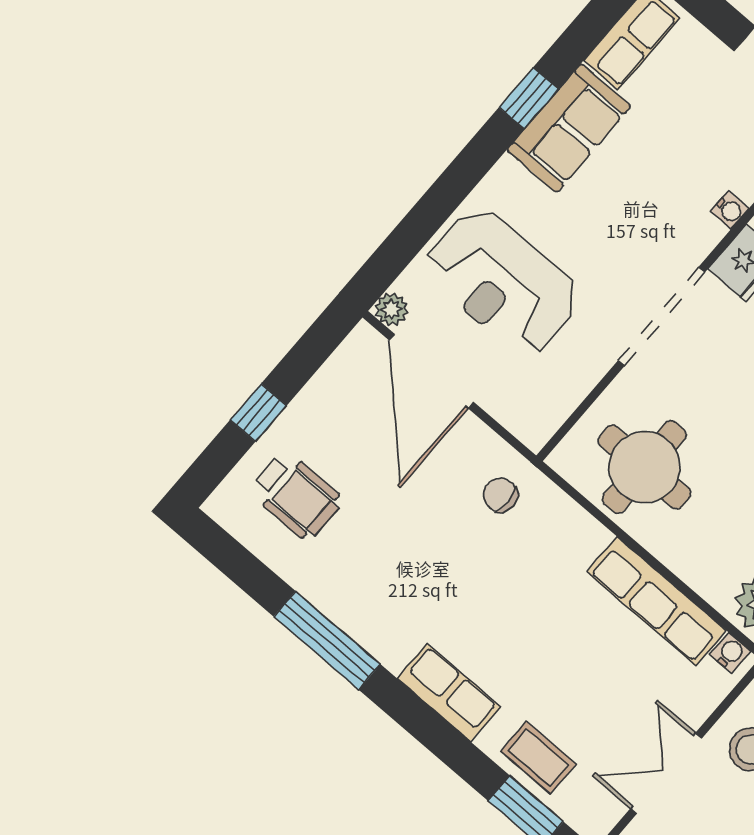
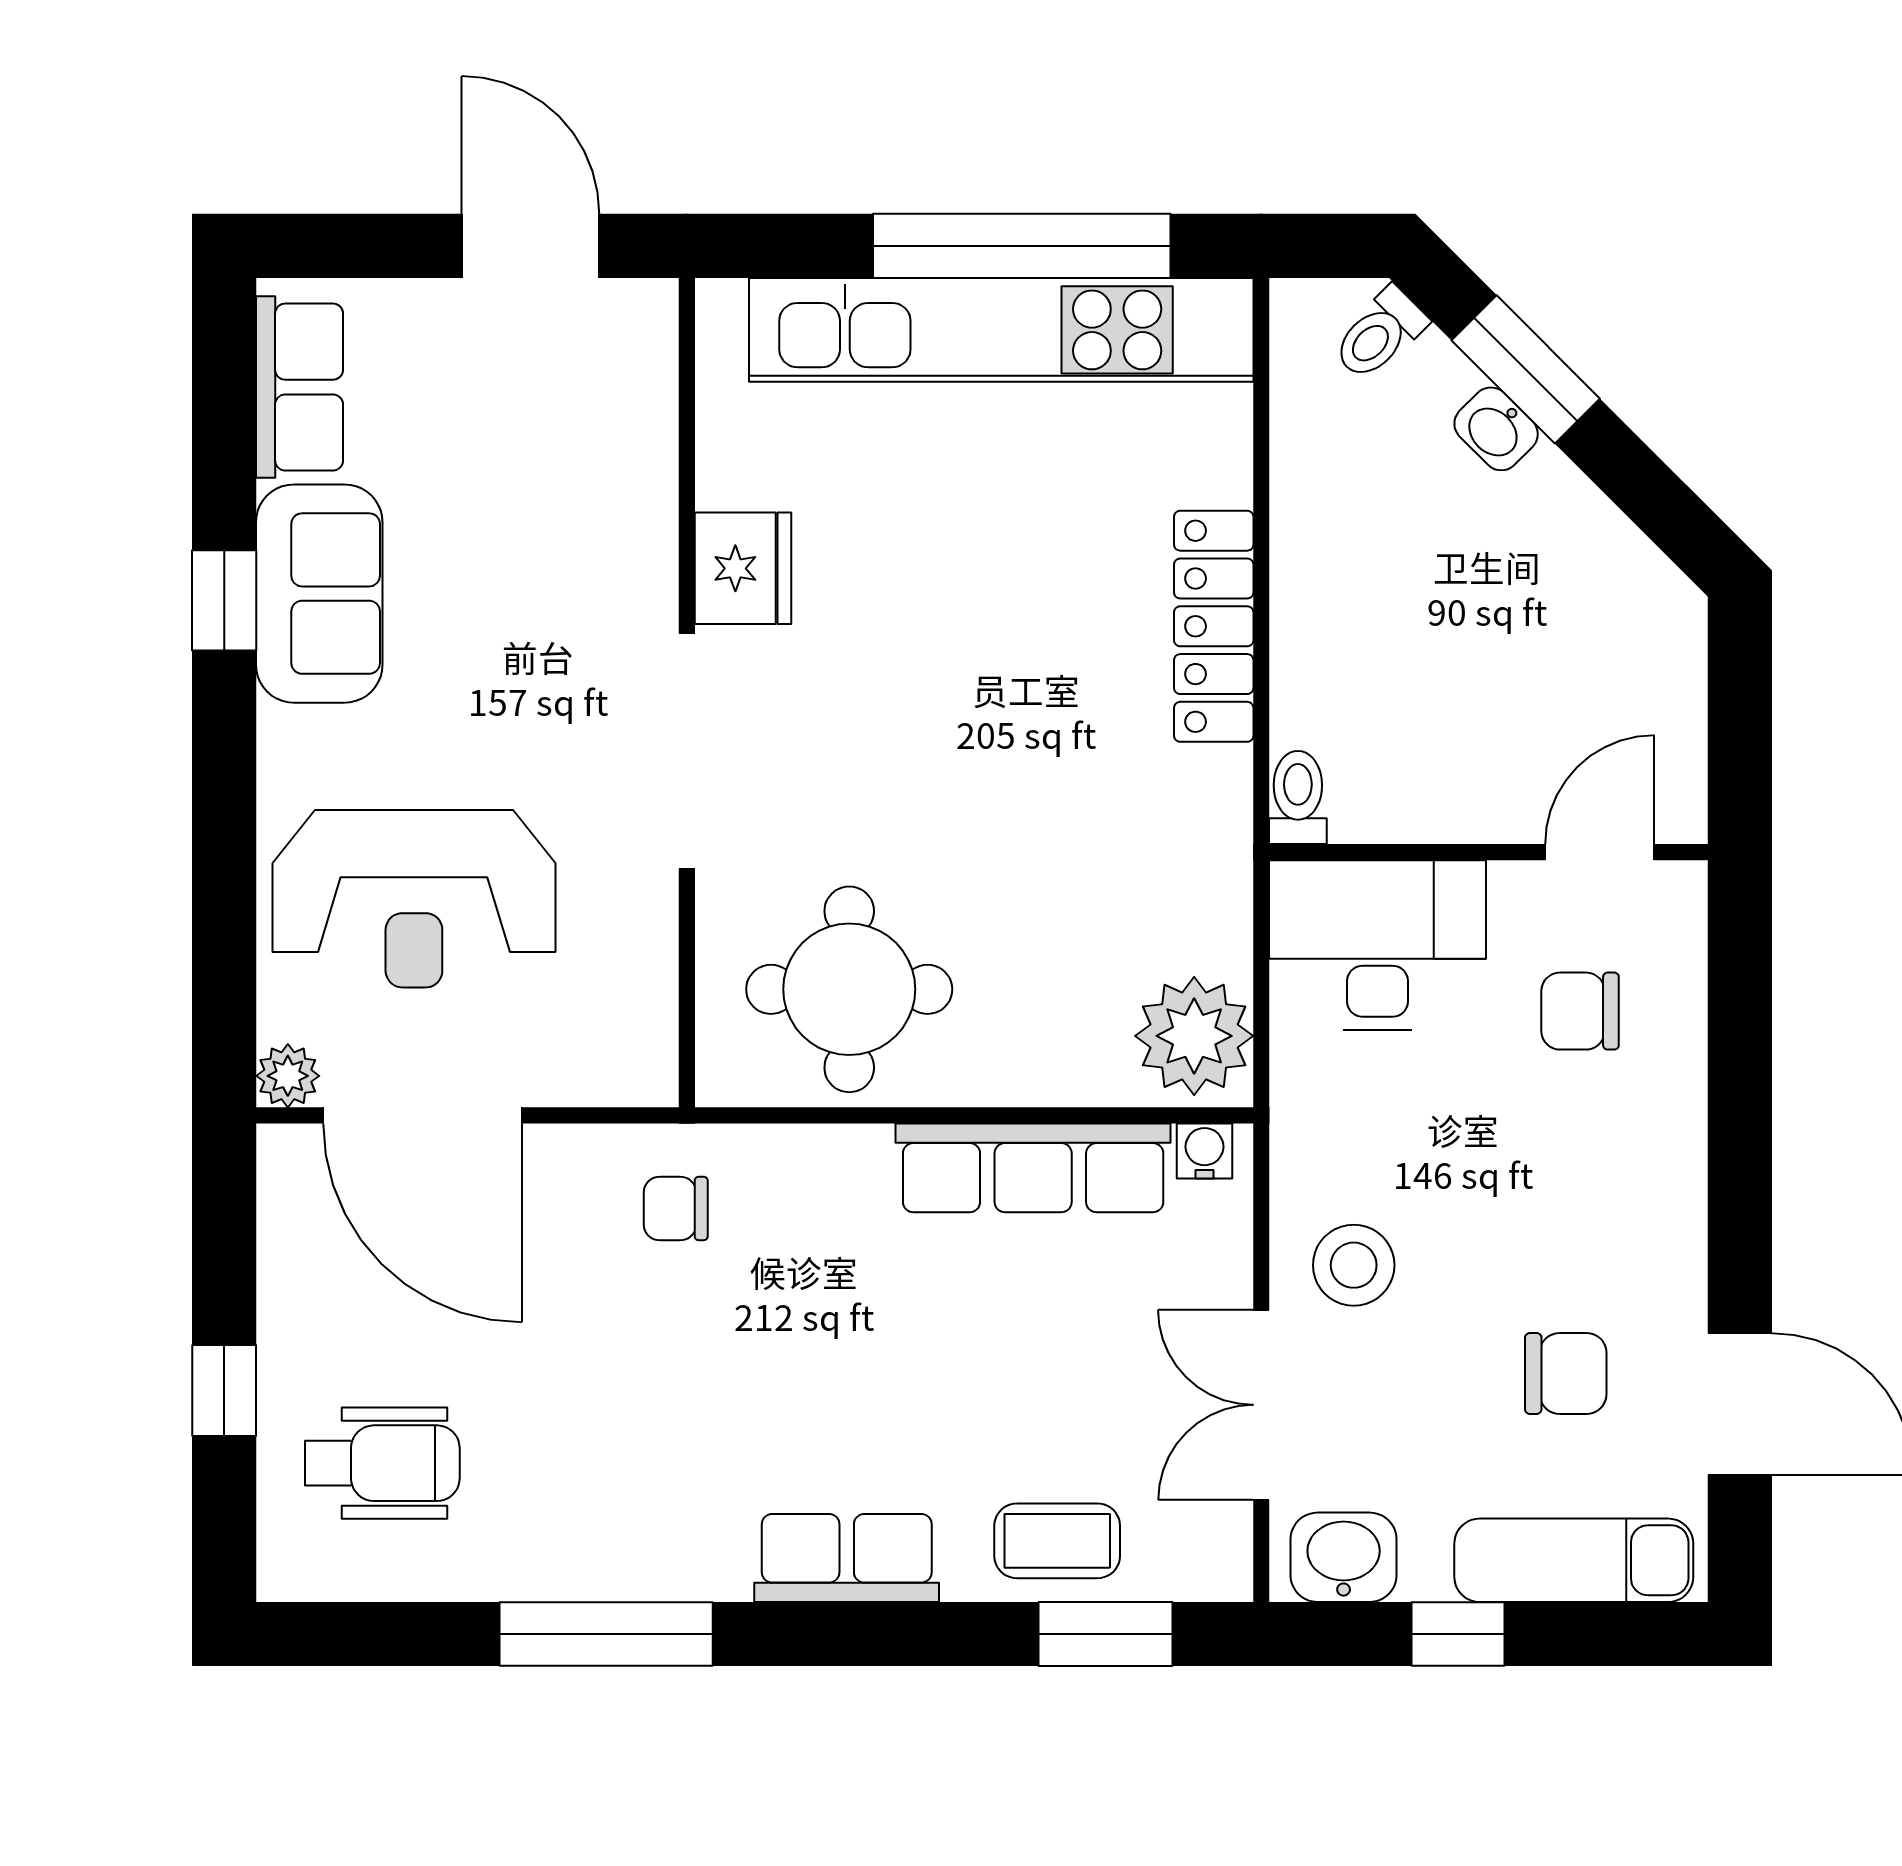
water cooler: (730, 210) -> (653, 512), removed

